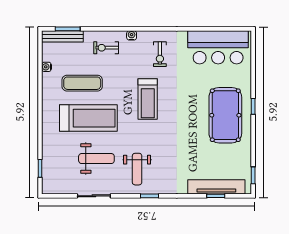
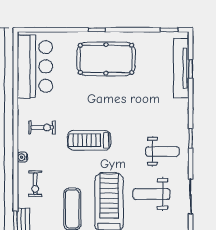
treadmill: (148, 99) -> (89, 140), turned 180
weight bench: (96, 159) -> (151, 194), turned -90

